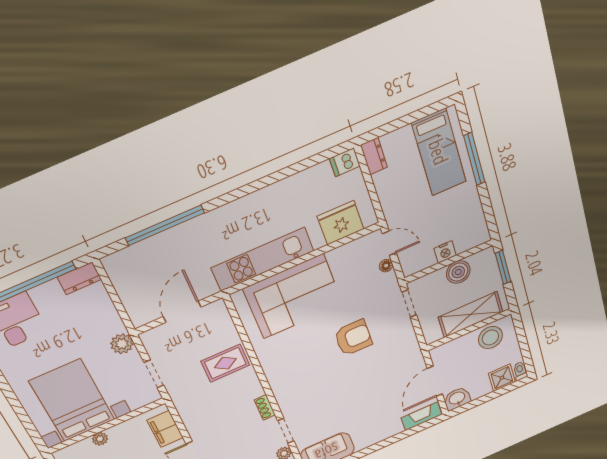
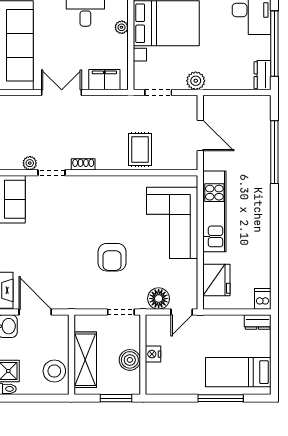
floor lamp: (386, 266) -> (159, 299), width x1.89, depth x1.89

